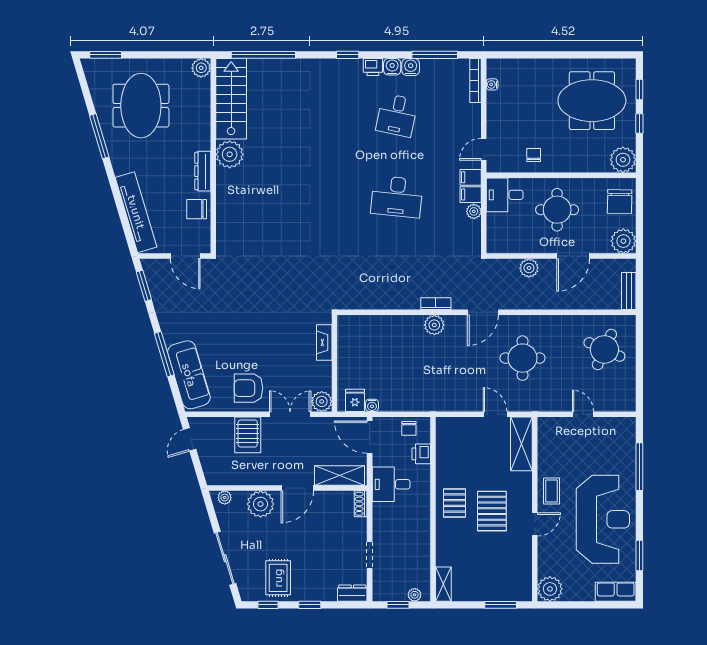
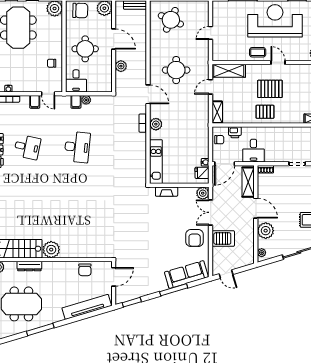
dresser: (203, 171) -> (29, 266), moved
filing cabinet: (471, 177) -> (35, 102), moved
kitchen unit: (373, 325) -> (156, 162), added
shelving: (454, 425) -> (217, 112), added

